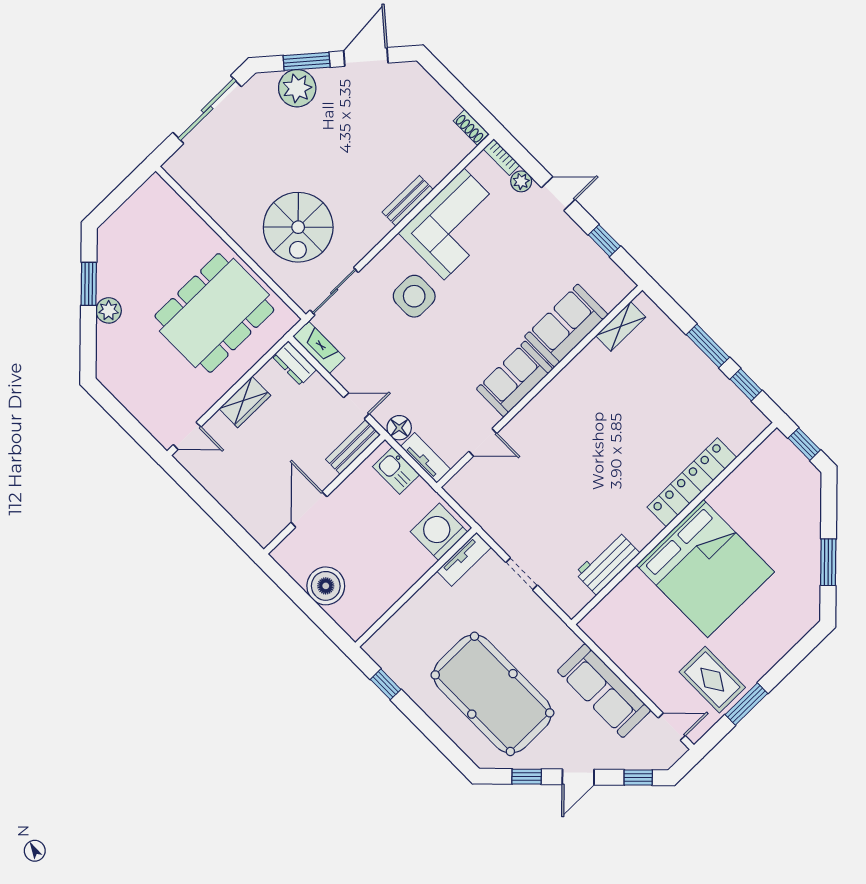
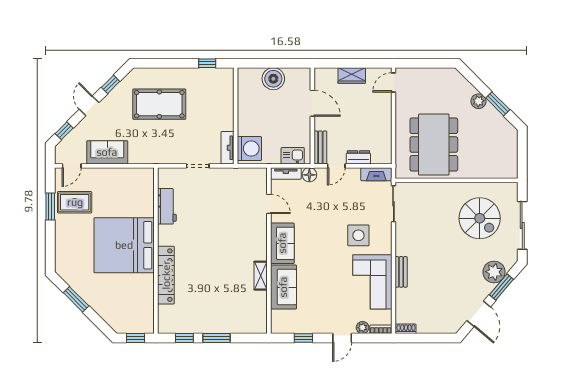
spiral stairs: (298, 227) -> (480, 218), moved, turned 180
shelving: (621, 326) -> (261, 276), moved
dresser: (294, 363) -> (358, 157), moved
wardrobe: (245, 402) -> (352, 76), moved, turned -90
door: (483, 442) -> (269, 204), swing flipped
sofa: (604, 691) -> (107, 152), width x0.73
pool table: (492, 694) -> (159, 104), width x0.73, depth x0.76

